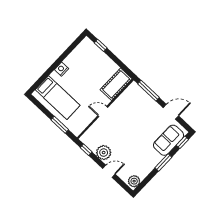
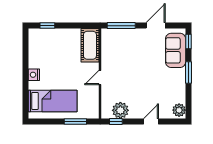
plant: (104, 153) -> (120, 110), moved

